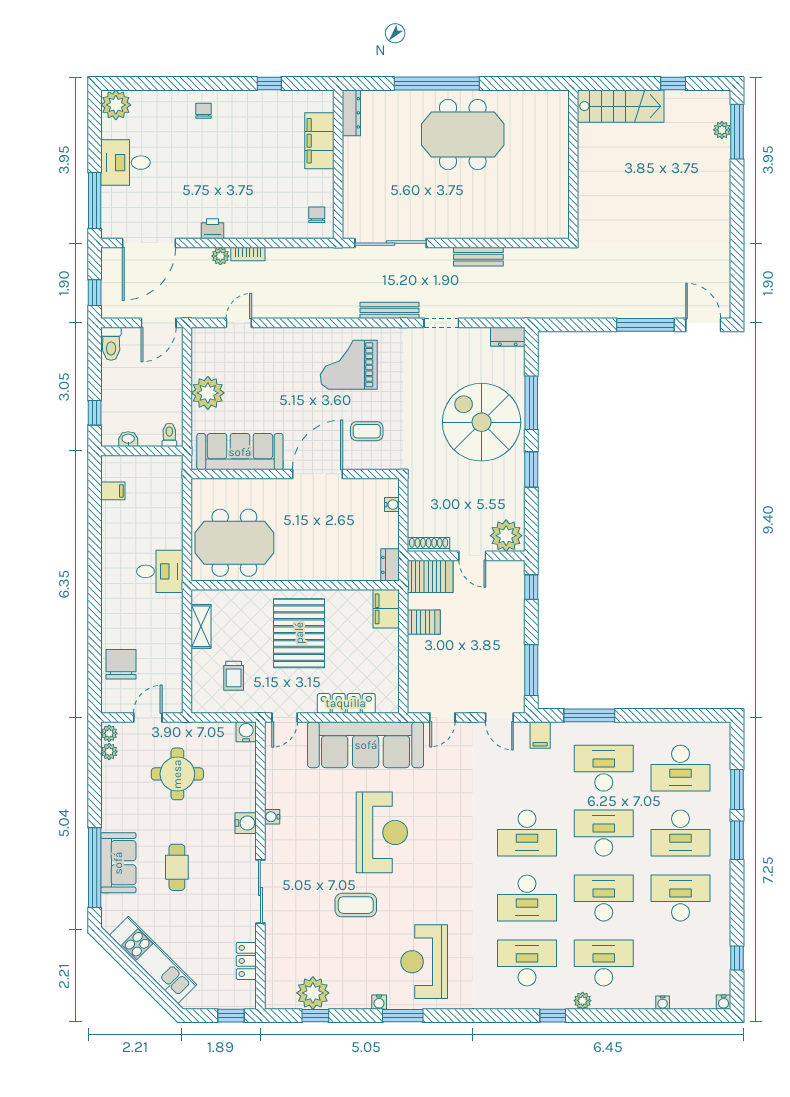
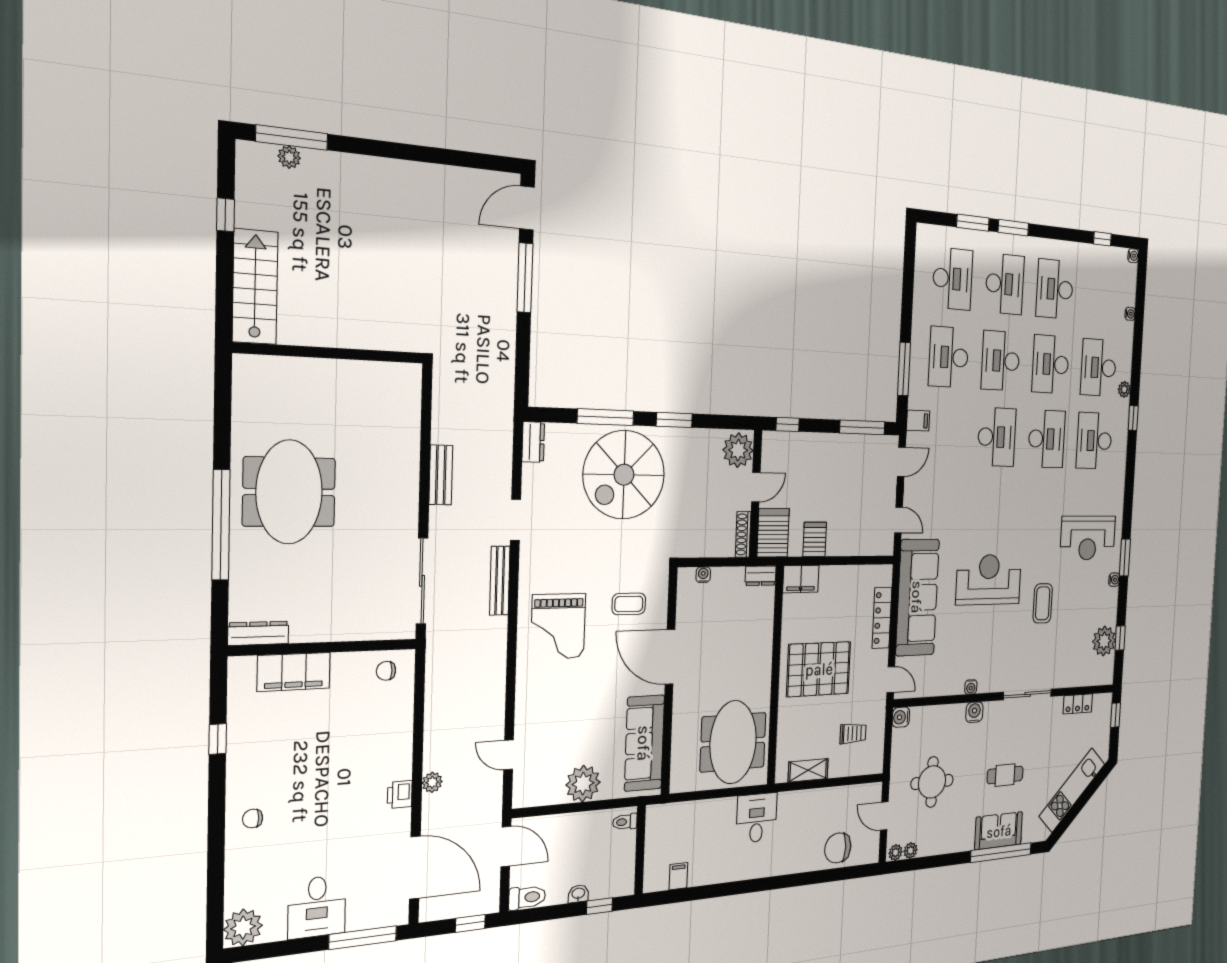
bookcase: (248, 254) -> (431, 750), removed
coffee table: (367, 431) -> (629, 604), turned 90
washbasin: (128, 439) -> (578, 894), moved, turned 90

